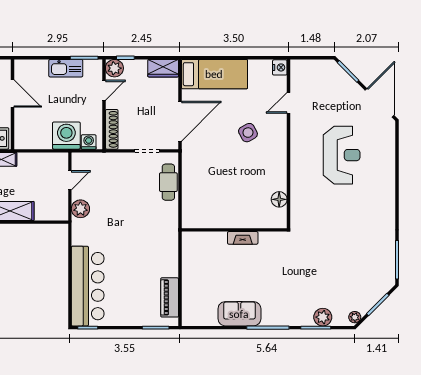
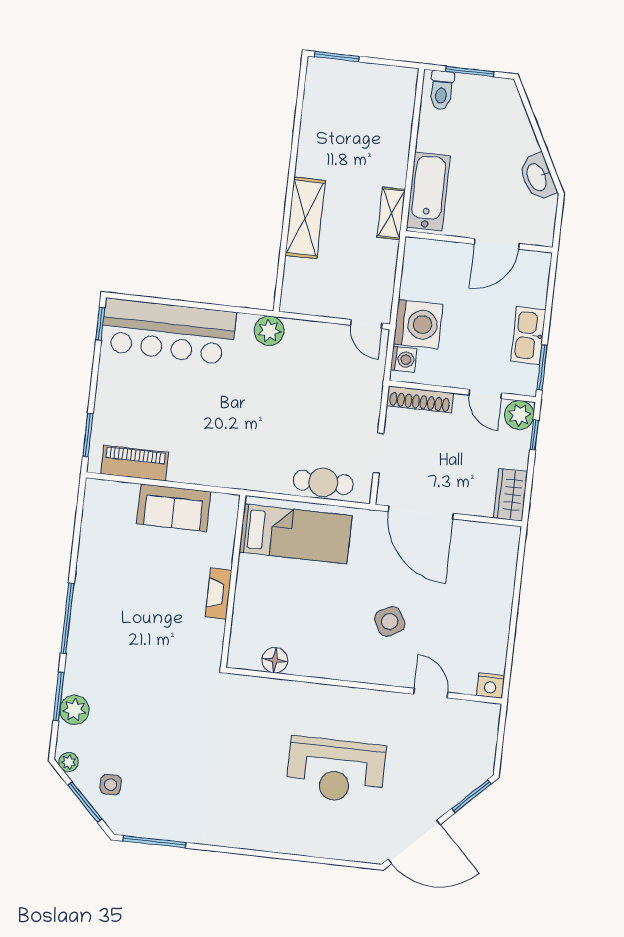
bed: (214, 74) -> (296, 534), moved, turned -90
door: (70, 180) -> (366, 324), moved
plant: (80, 209) -> (269, 331), moved
side table: (365, 290) -> (111, 785), added
sofa: (239, 314) -> (174, 508), moved, turned 90

